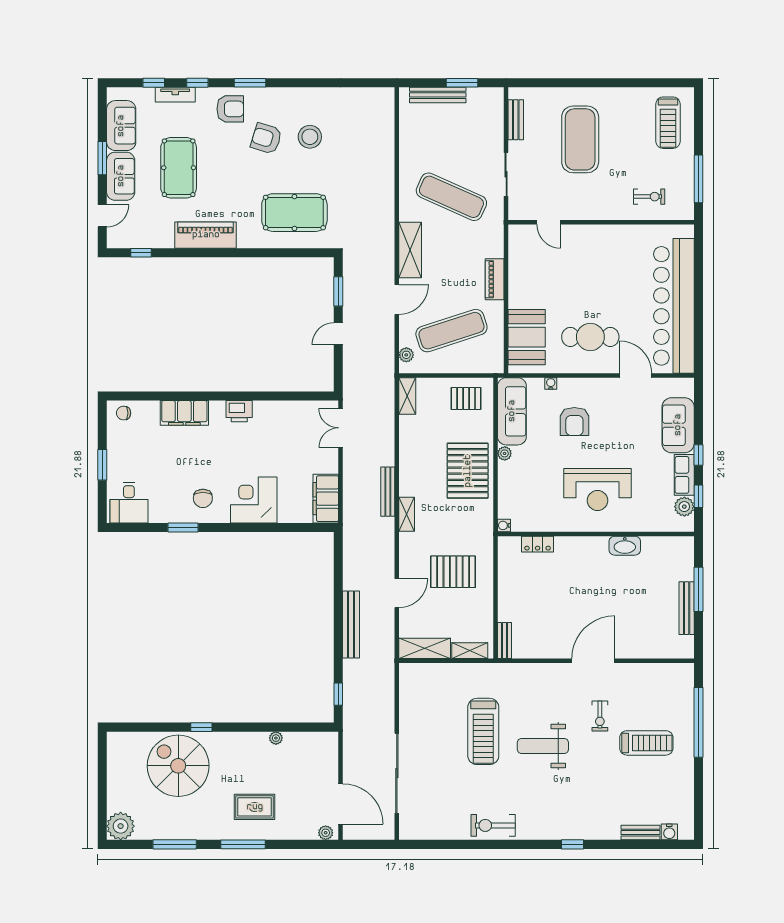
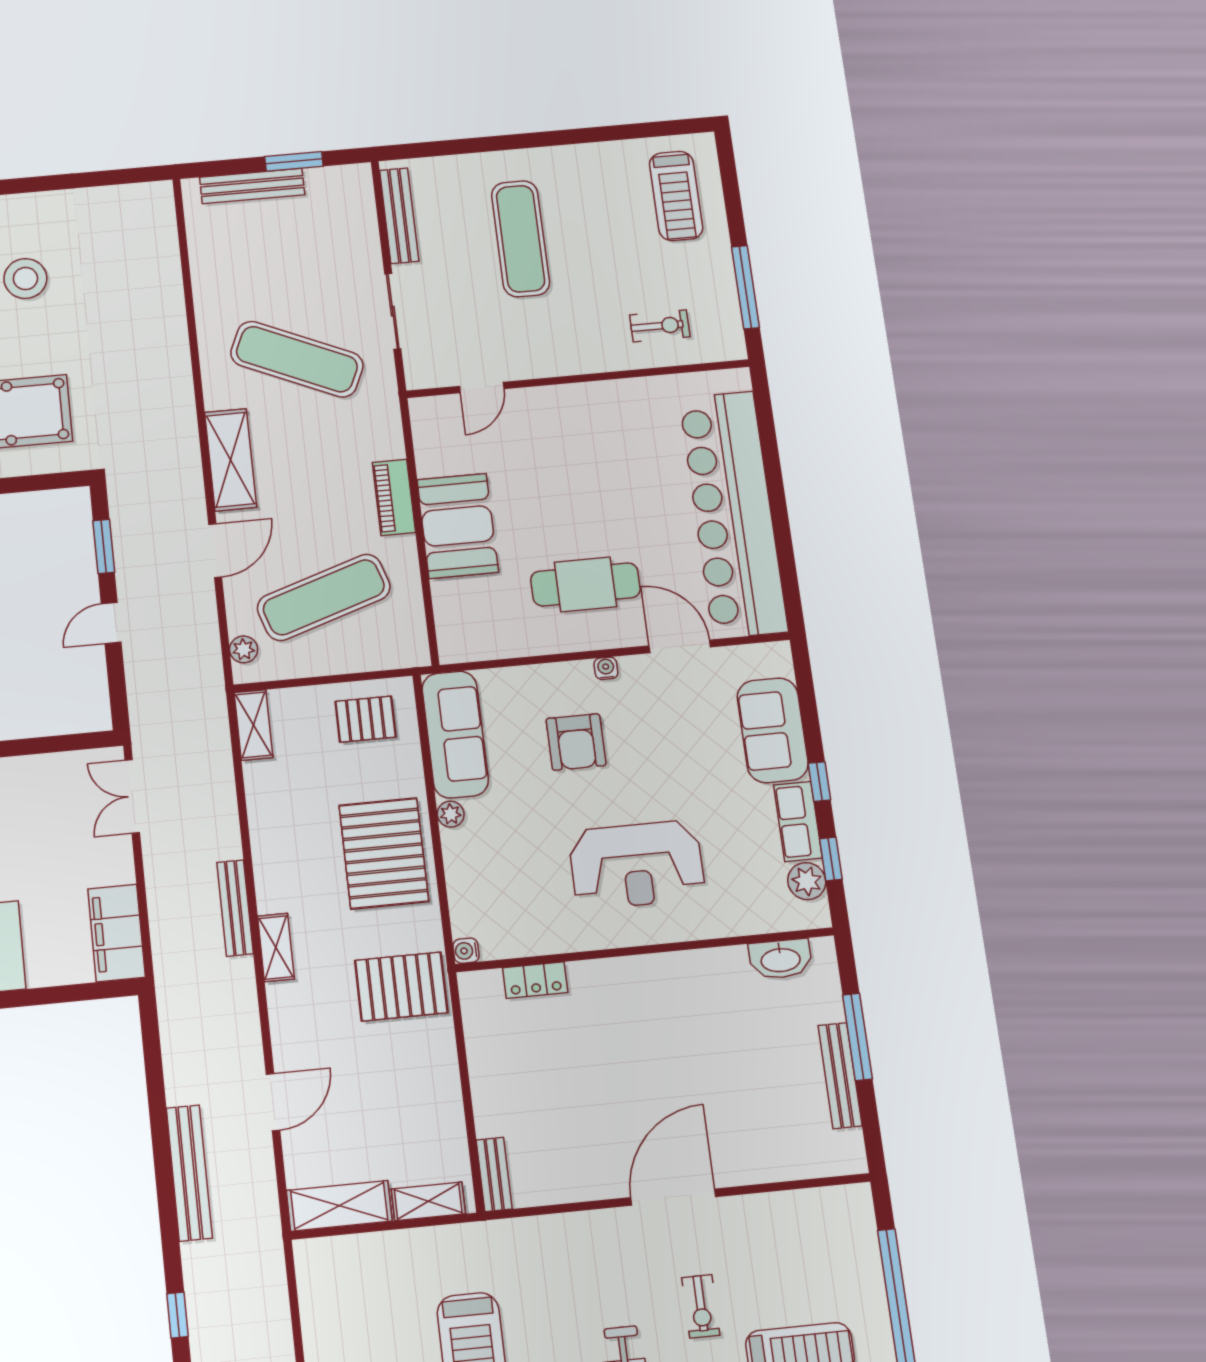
bench: (516, 120) -> (399, 216), width x1.36
exercise mat: (580, 139) -> (521, 239), width x0.68
door: (549, 222) -> (482, 387), hinge flipped
booth: (527, 337) -> (458, 526), moved
water cooler: (551, 384) -> (606, 668), moved
washbasin: (625, 546) -> (780, 959), moved
pallet: (453, 572) -> (401, 986), moved

